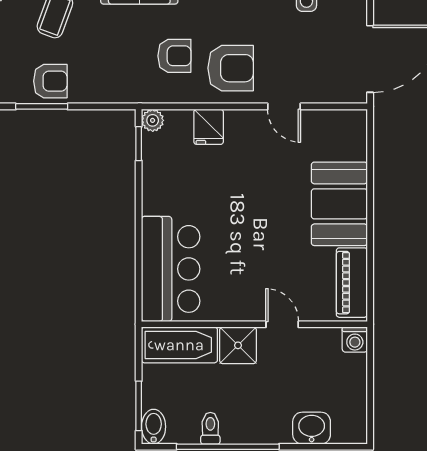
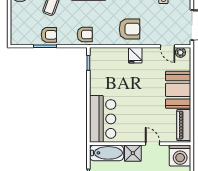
armchair: (174, 56) -> (85, 34), moved
door: (284, 106) -> (168, 46), moved
plant: (153, 120) -> (180, 52), moved
fridge: (209, 127) -> (135, 55), moved
washing machine: (355, 340) -> (180, 155), width x1.89, depth x1.89

